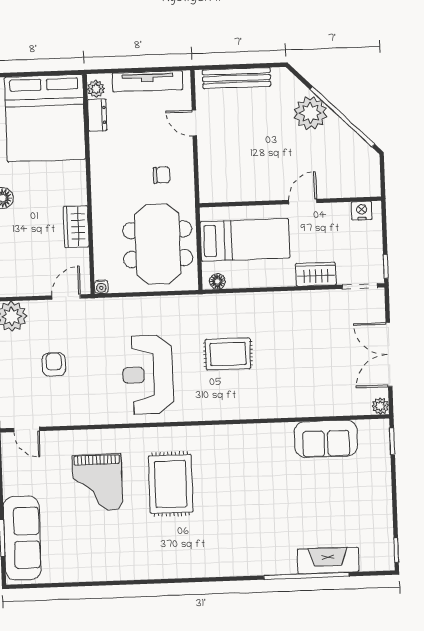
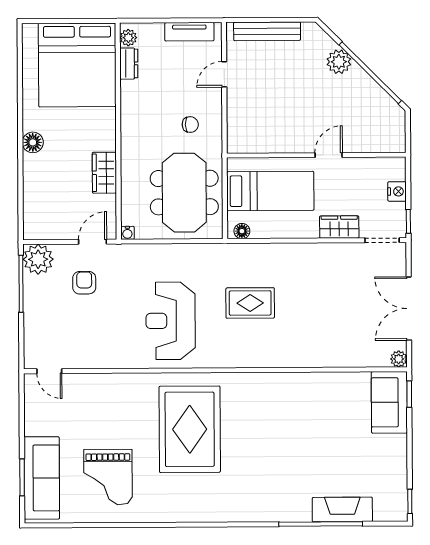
tv unit: (148, 81) -> (189, 32), width x0.71
plant: (310, 113) -> (339, 62), width x0.73, depth x0.73
door: (194, 123) -> (224, 74), hinge flipped
nightstand: (362, 211) -> (397, 191), moved, turned 90
armchair: (54, 364) -> (84, 283), moved
sofa: (326, 439) -> (389, 402), moved, turned 90
grand piano: (97, 482) -> (108, 477), moved
rug: (171, 484) -> (190, 429), width x1.37, depth x1.44

